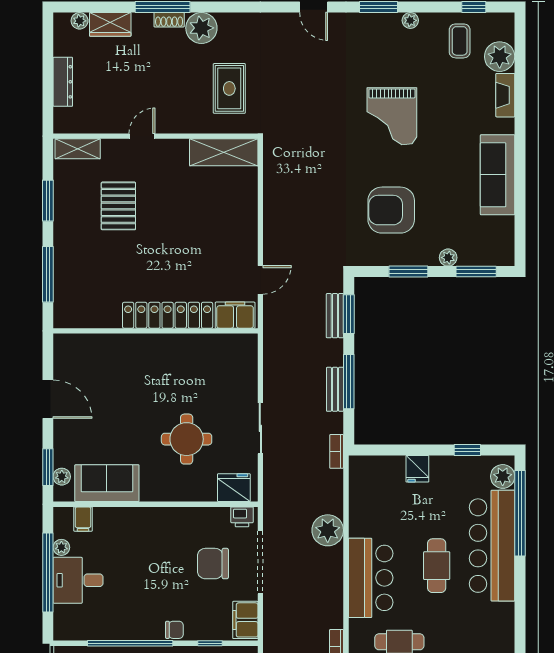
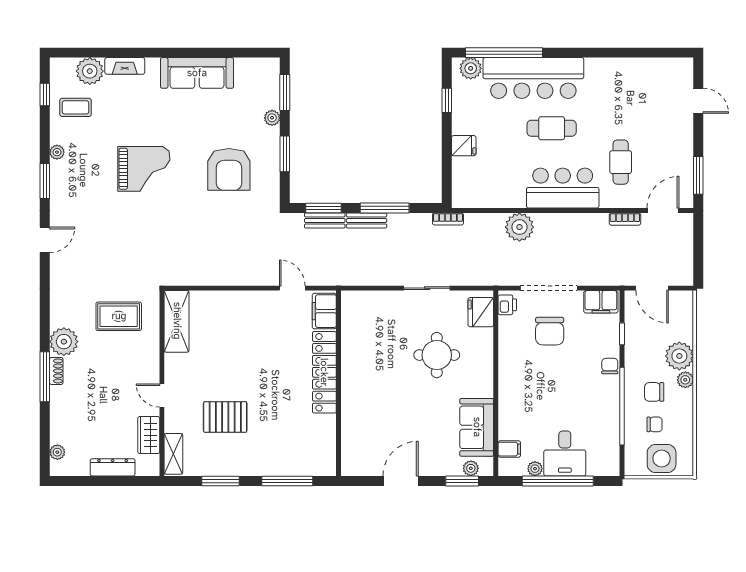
wardrobe: (110, 24) -> (149, 435), moved, turned 180
bench: (335, 389) -> (367, 220), moved

